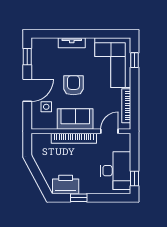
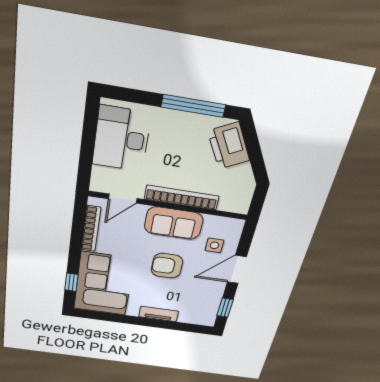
armchair: (73, 85) -> (167, 266), turned 90
window: (134, 179) -> (91, 121), removed
printer: (66, 184) -> (229, 146), moved, turned 62
window: (79, 198) -> (193, 106), width x2.17

